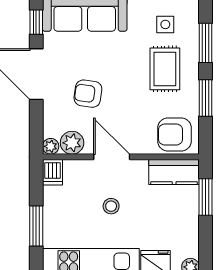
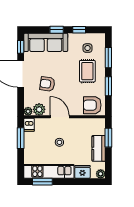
kitchen counter: (174, 172) -> (99, 148), moved, turned 90
window: (36, 226) -> (21, 138), moved

